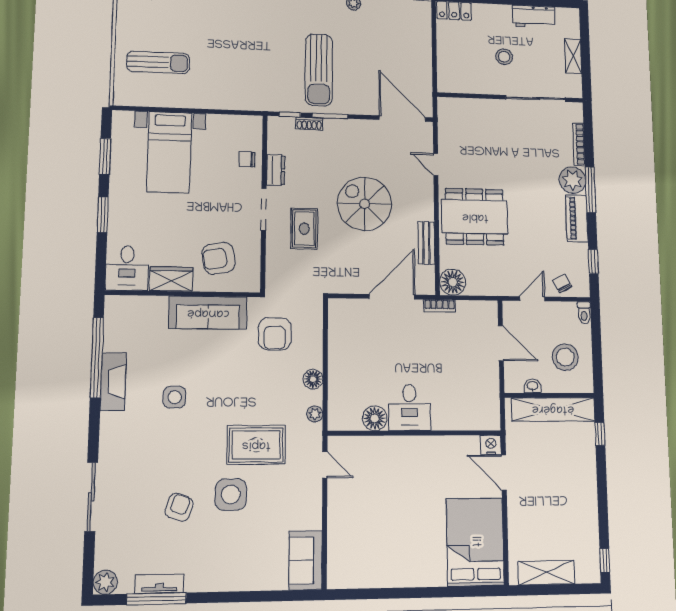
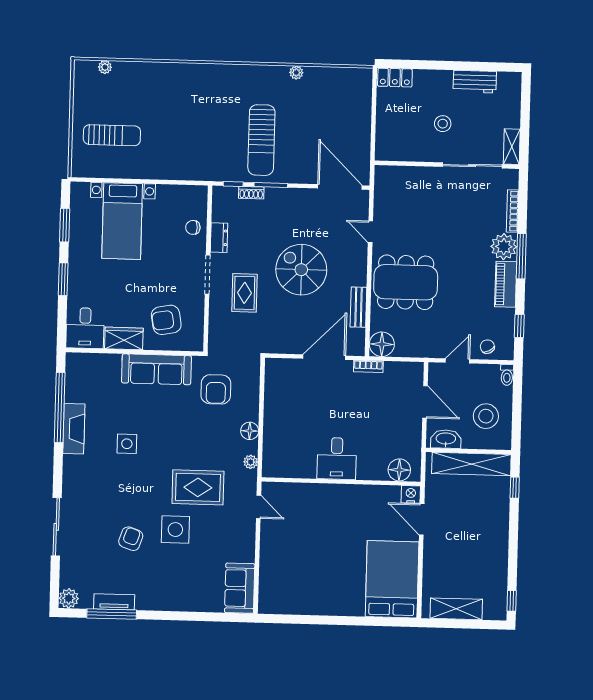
shelving: (573, 56) -> (512, 147), moved
washbasin: (533, 386) -> (446, 439), width x1.91, depth x1.45
floor lamp: (375, 418) -> (399, 470), moved

